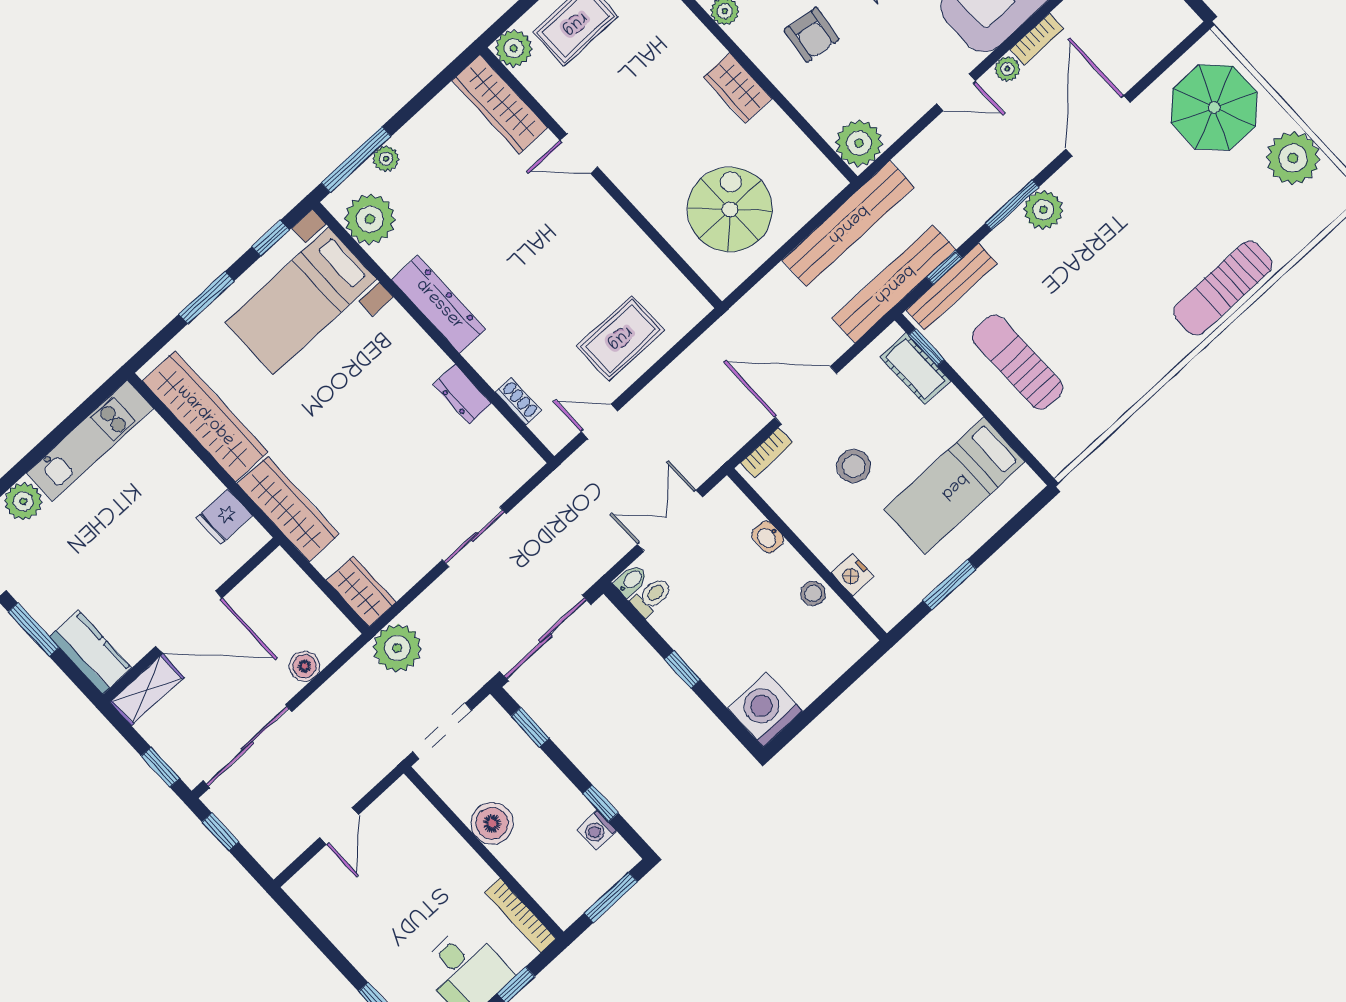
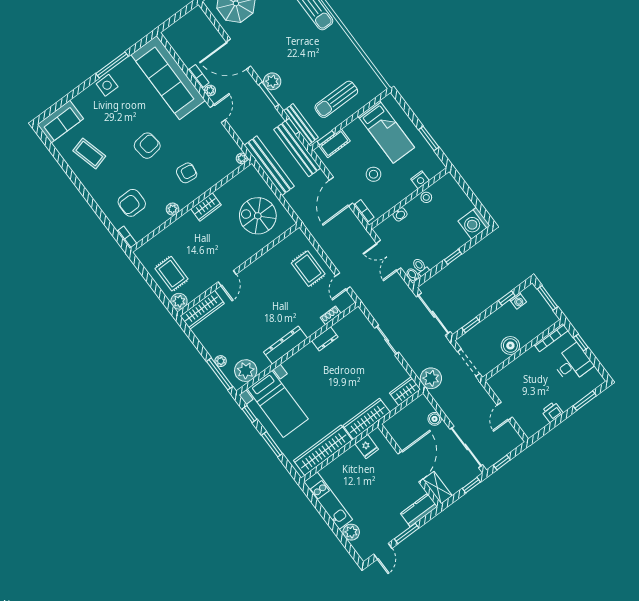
plant: (859, 143) -> (242, 158), width x0.53, depth x0.53
door: (339, 826) -> (505, 411), swing flipped
printer: (349, 936) -> (552, 412), added

